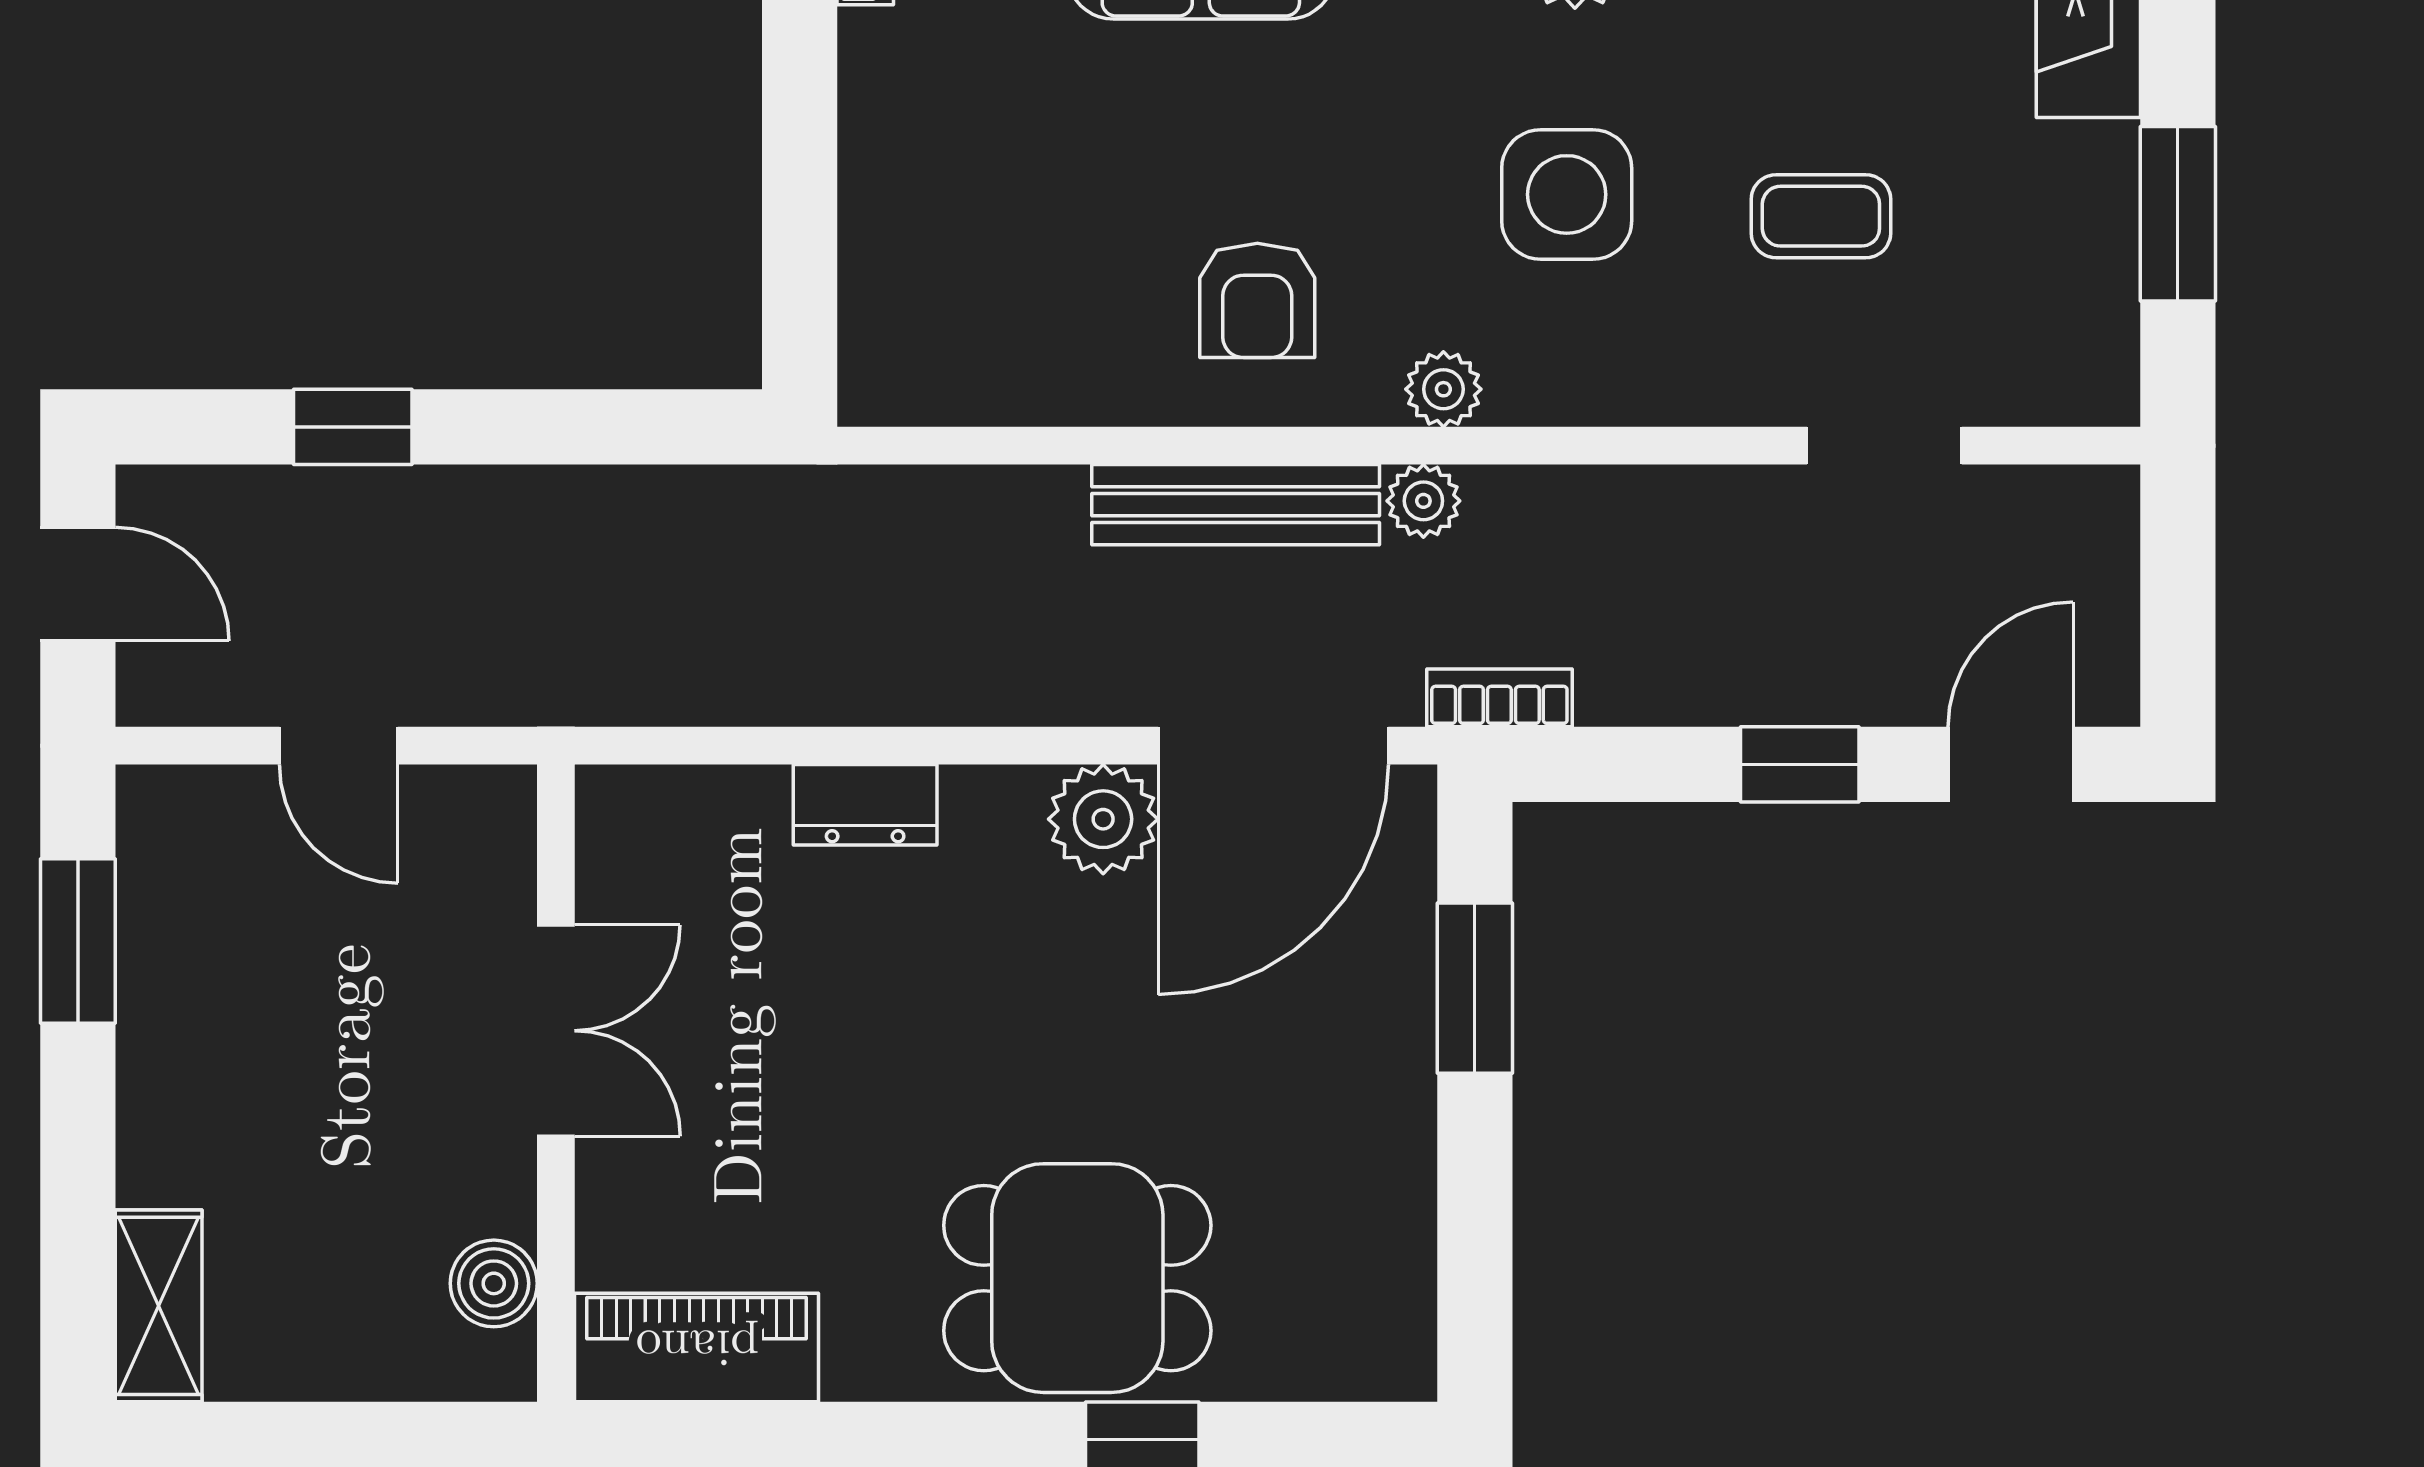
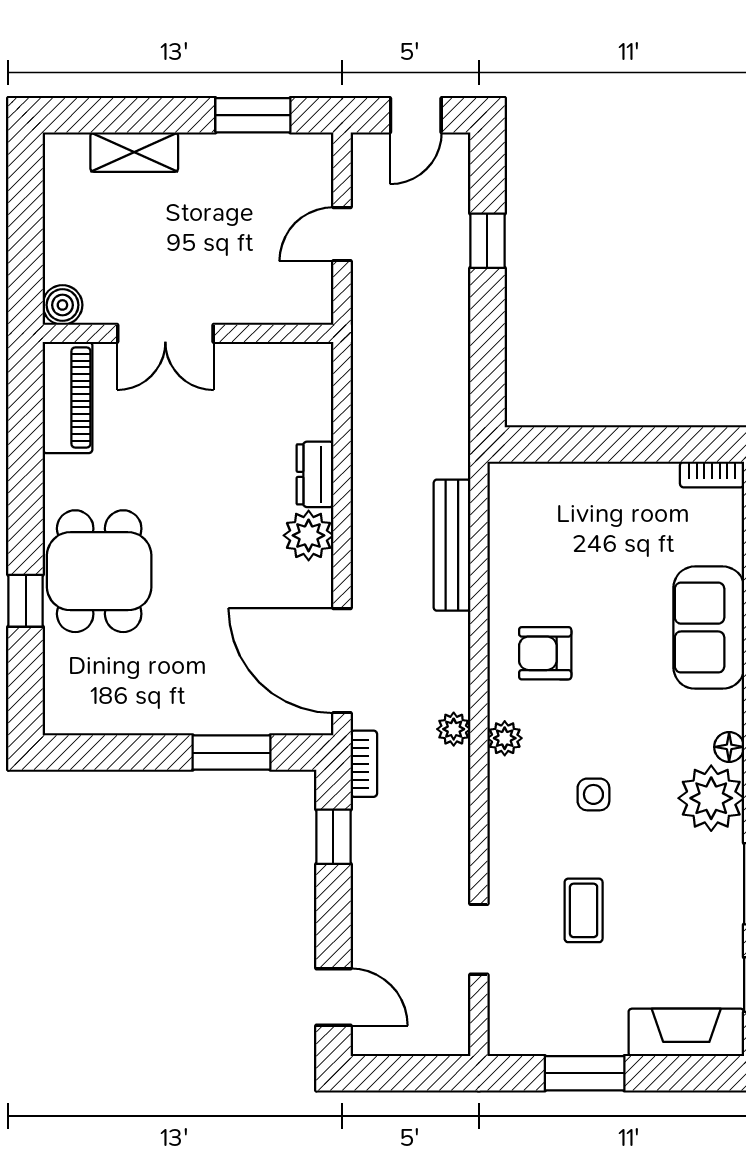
side table: (1567, 194) -> (593, 794), width x0.54, depth x0.54
bench: (1236, 505) -> (452, 545), moved
window: (1800, 764) -> (333, 837), moved
plant: (1103, 819) -> (309, 535), moved
double door: (556, 1031) -> (165, 333), moved
boiler: (494, 1283) -> (62, 305), moved
shelving: (159, 1306) -> (134, 152), moved

